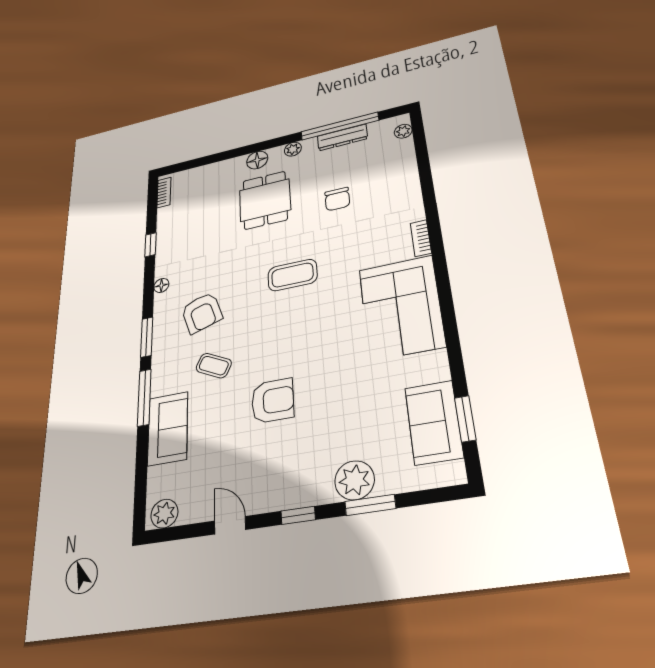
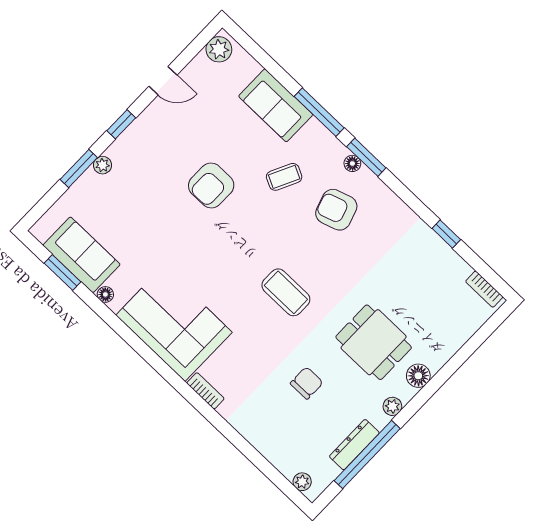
chair: (337, 199) -> (307, 383), turned 90
coffee table: (292, 275) -> (286, 292), turned 90
floor lamp: (161, 285) -> (352, 163), moved
floor lamp: (441, 371) -> (105, 294), added
plant: (355, 480) -> (103, 165), width x0.53, depth x0.53

